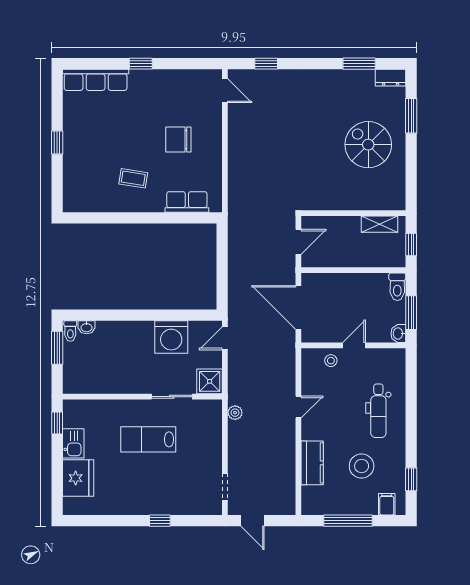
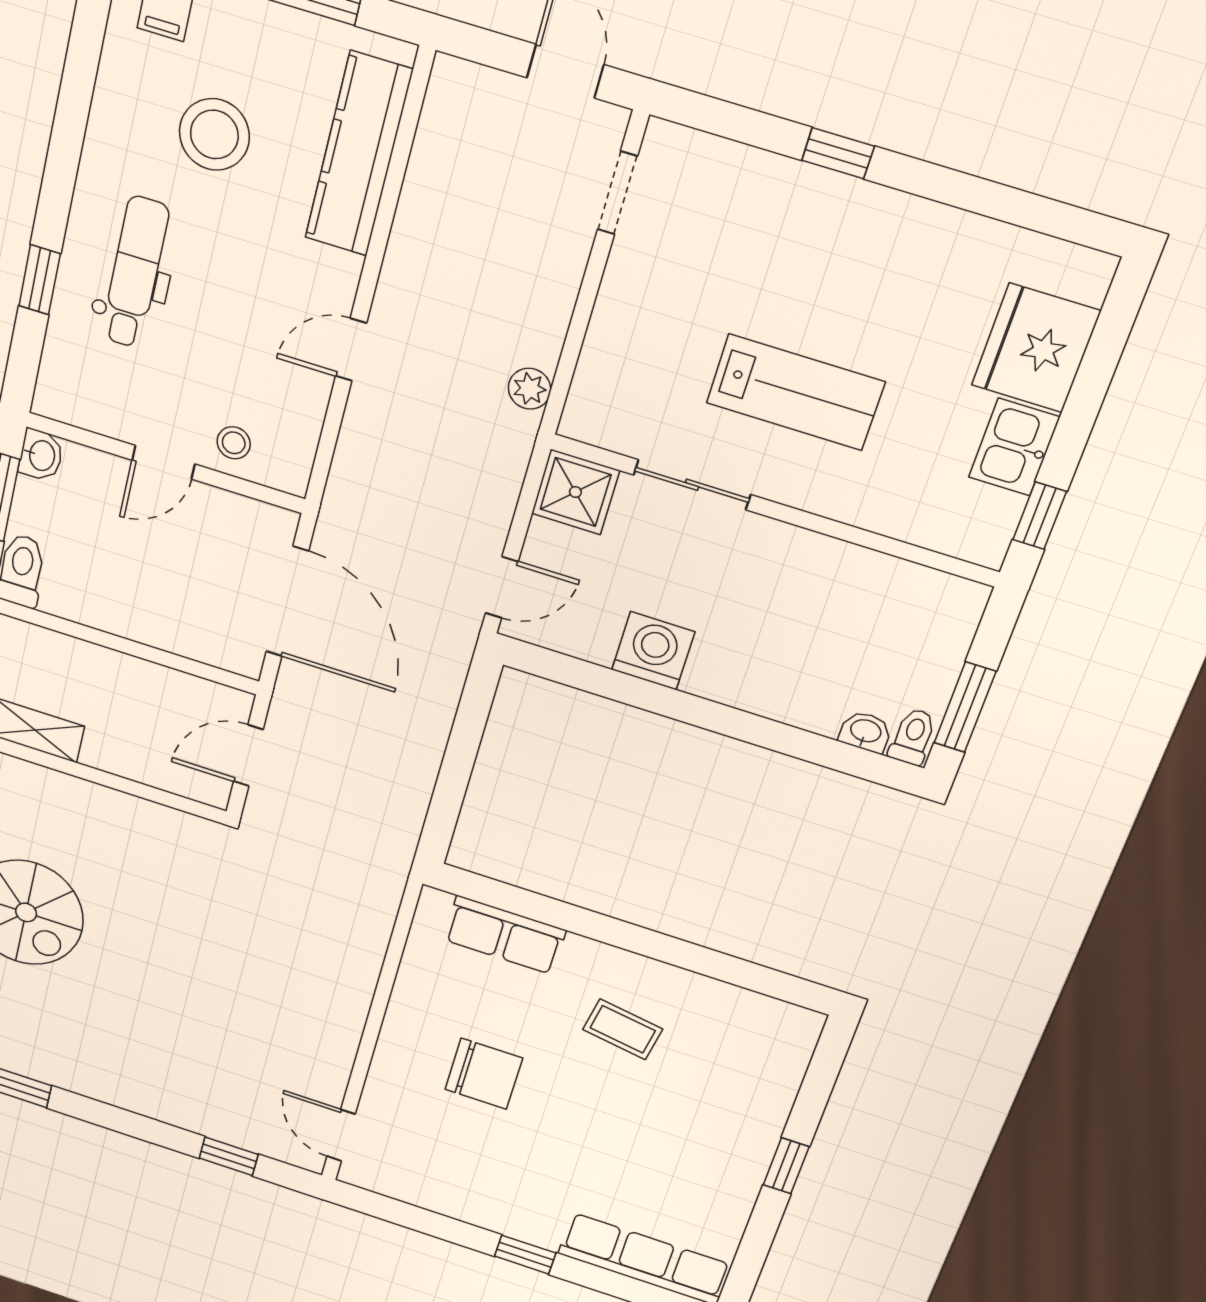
washing machine: (171, 337) -> (653, 651), width x0.73, depth x0.73
kitchen counter: (312, 463) -> (359, 154), width x1.50
window: (411, 479) -> (40, 280), moved

